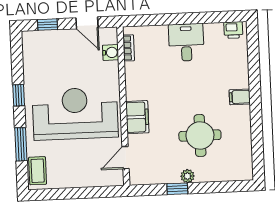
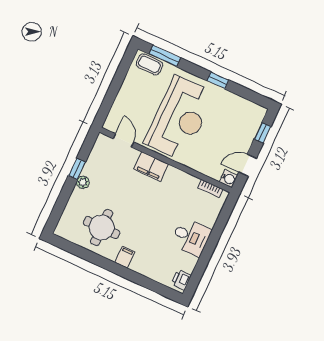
water cooler: (111, 52) -> (228, 179), moved, turned -90
round table: (200, 135) -> (102, 228), moved
window: (21, 144) -> (165, 56), moved

